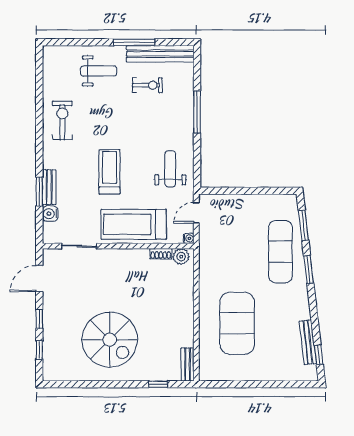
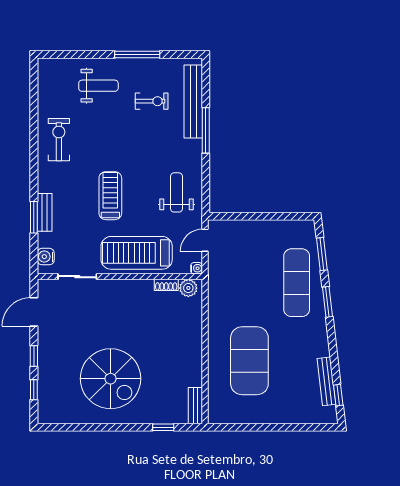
bench: (160, 54) -> (193, 102), moved, turned 90
water cooler: (50, 214) -> (46, 257), moved

